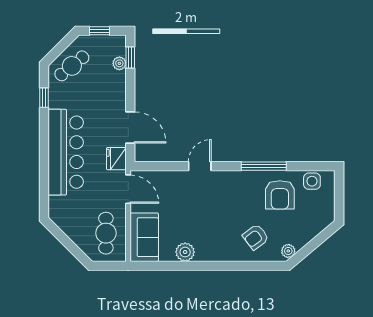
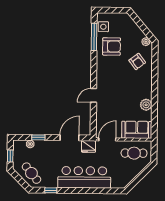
window: (130, 57) -> (38, 137), moved
door: (200, 166) -> (94, 95), hinge flipped
window: (264, 166) -> (94, 37), moved

